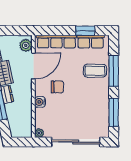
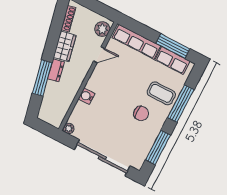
window: (85, 31) -> (173, 46), width x1.44
door: (33, 66) -> (99, 55), width x0.53
chair: (57, 87) -> (141, 113), moved

